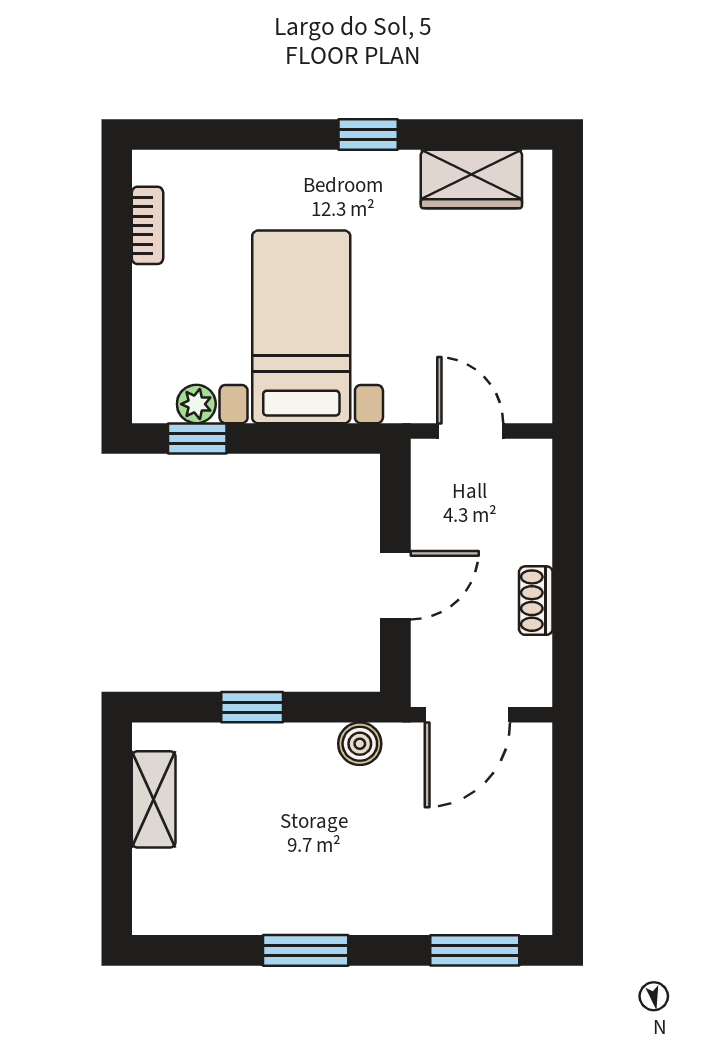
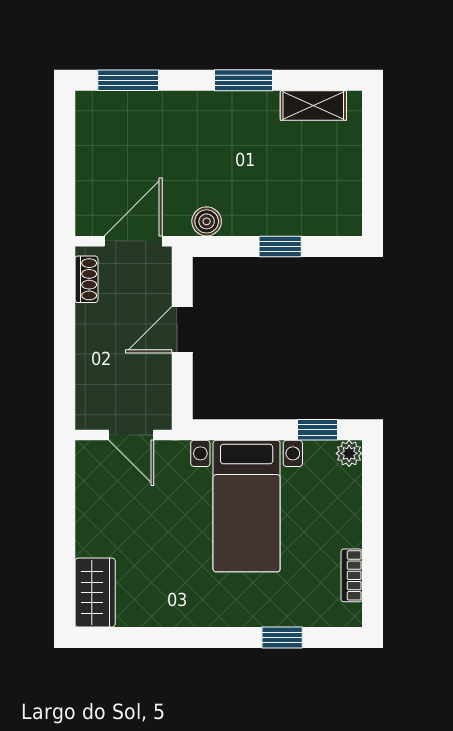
window: (368, 135) -> (282, 637), moved
wardrobe: (471, 179) -> (95, 593), moved, turned 90
plant: (196, 404) -> (349, 453), moved
shoe rack: (536, 601) -> (86, 279), moved
shelving: (154, 799) -> (313, 106), moved, turned 90

